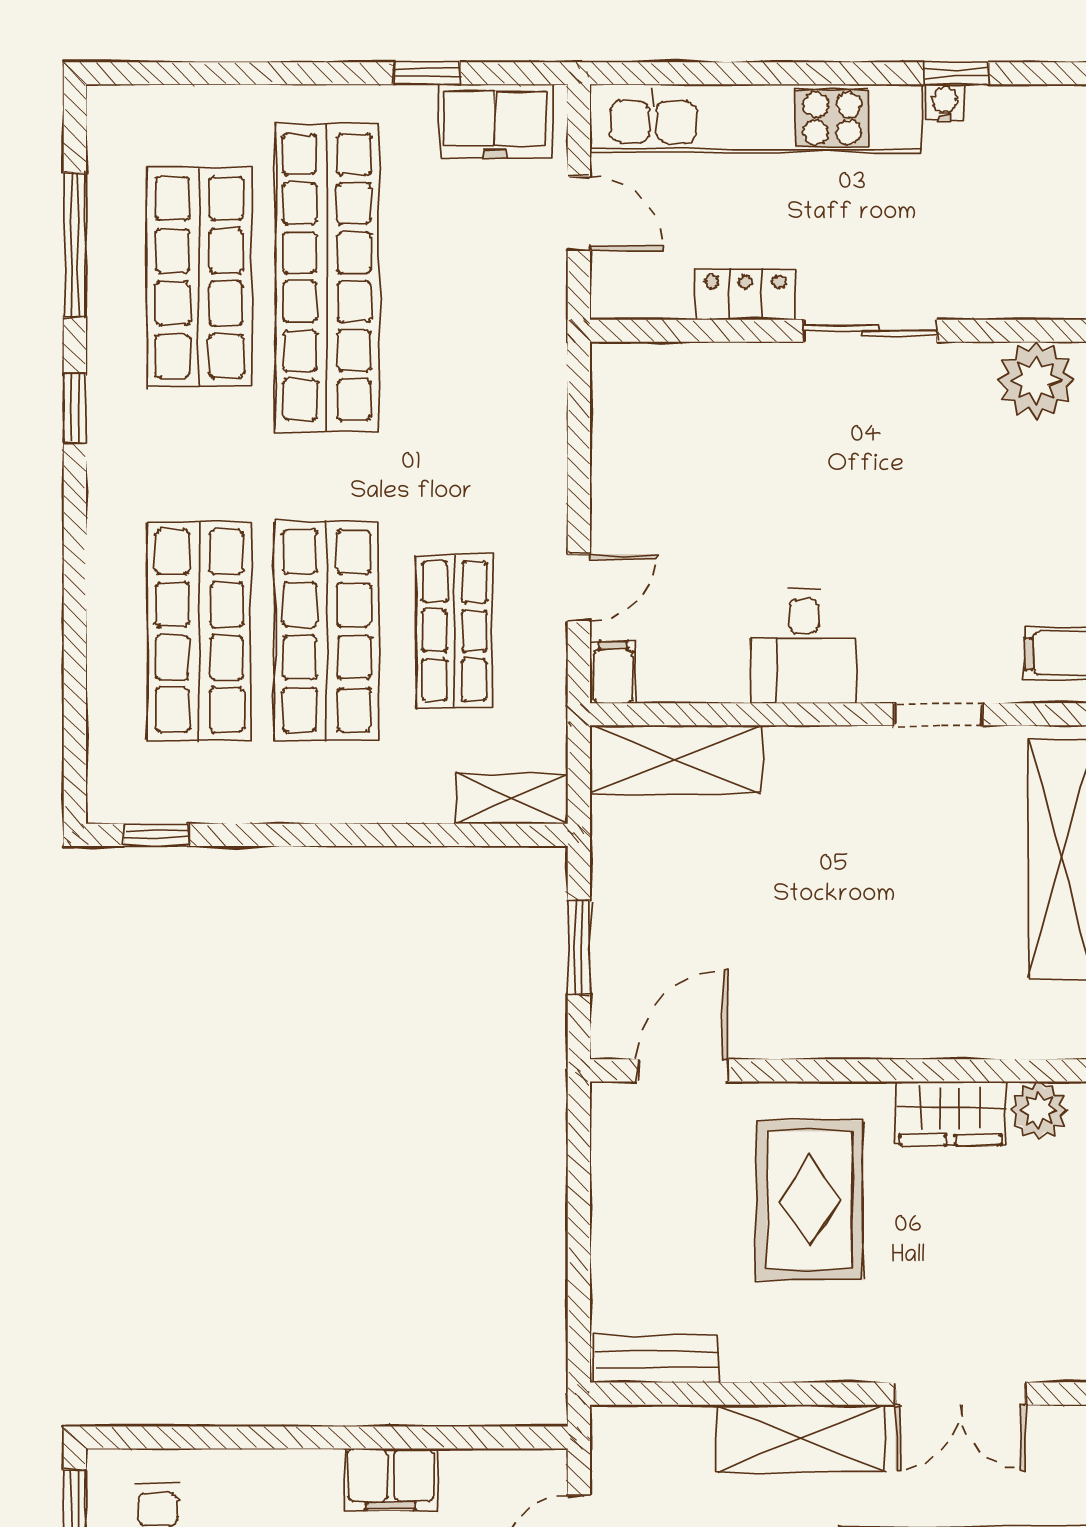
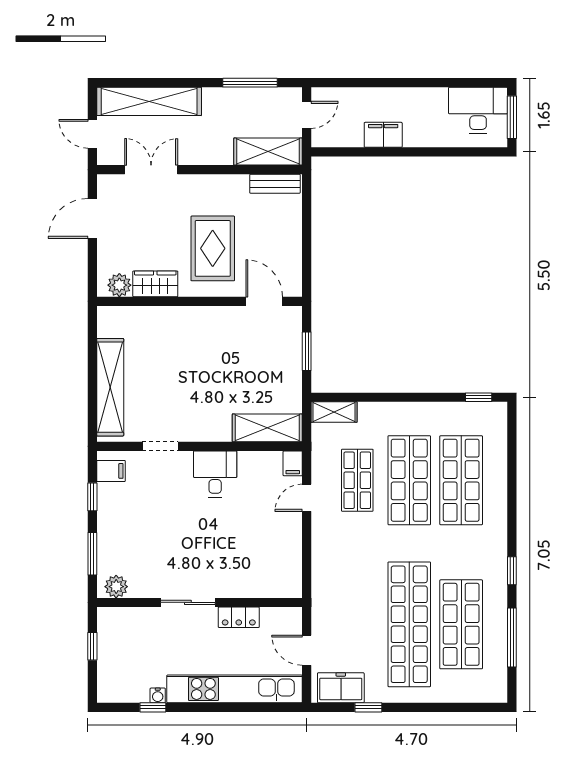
plant: (1036, 380) -> (116, 587), width x0.73, depth x0.73
door: (683, 1070) -> (264, 301), swing flipped
shelving: (801, 1438) -> (268, 152), moved

